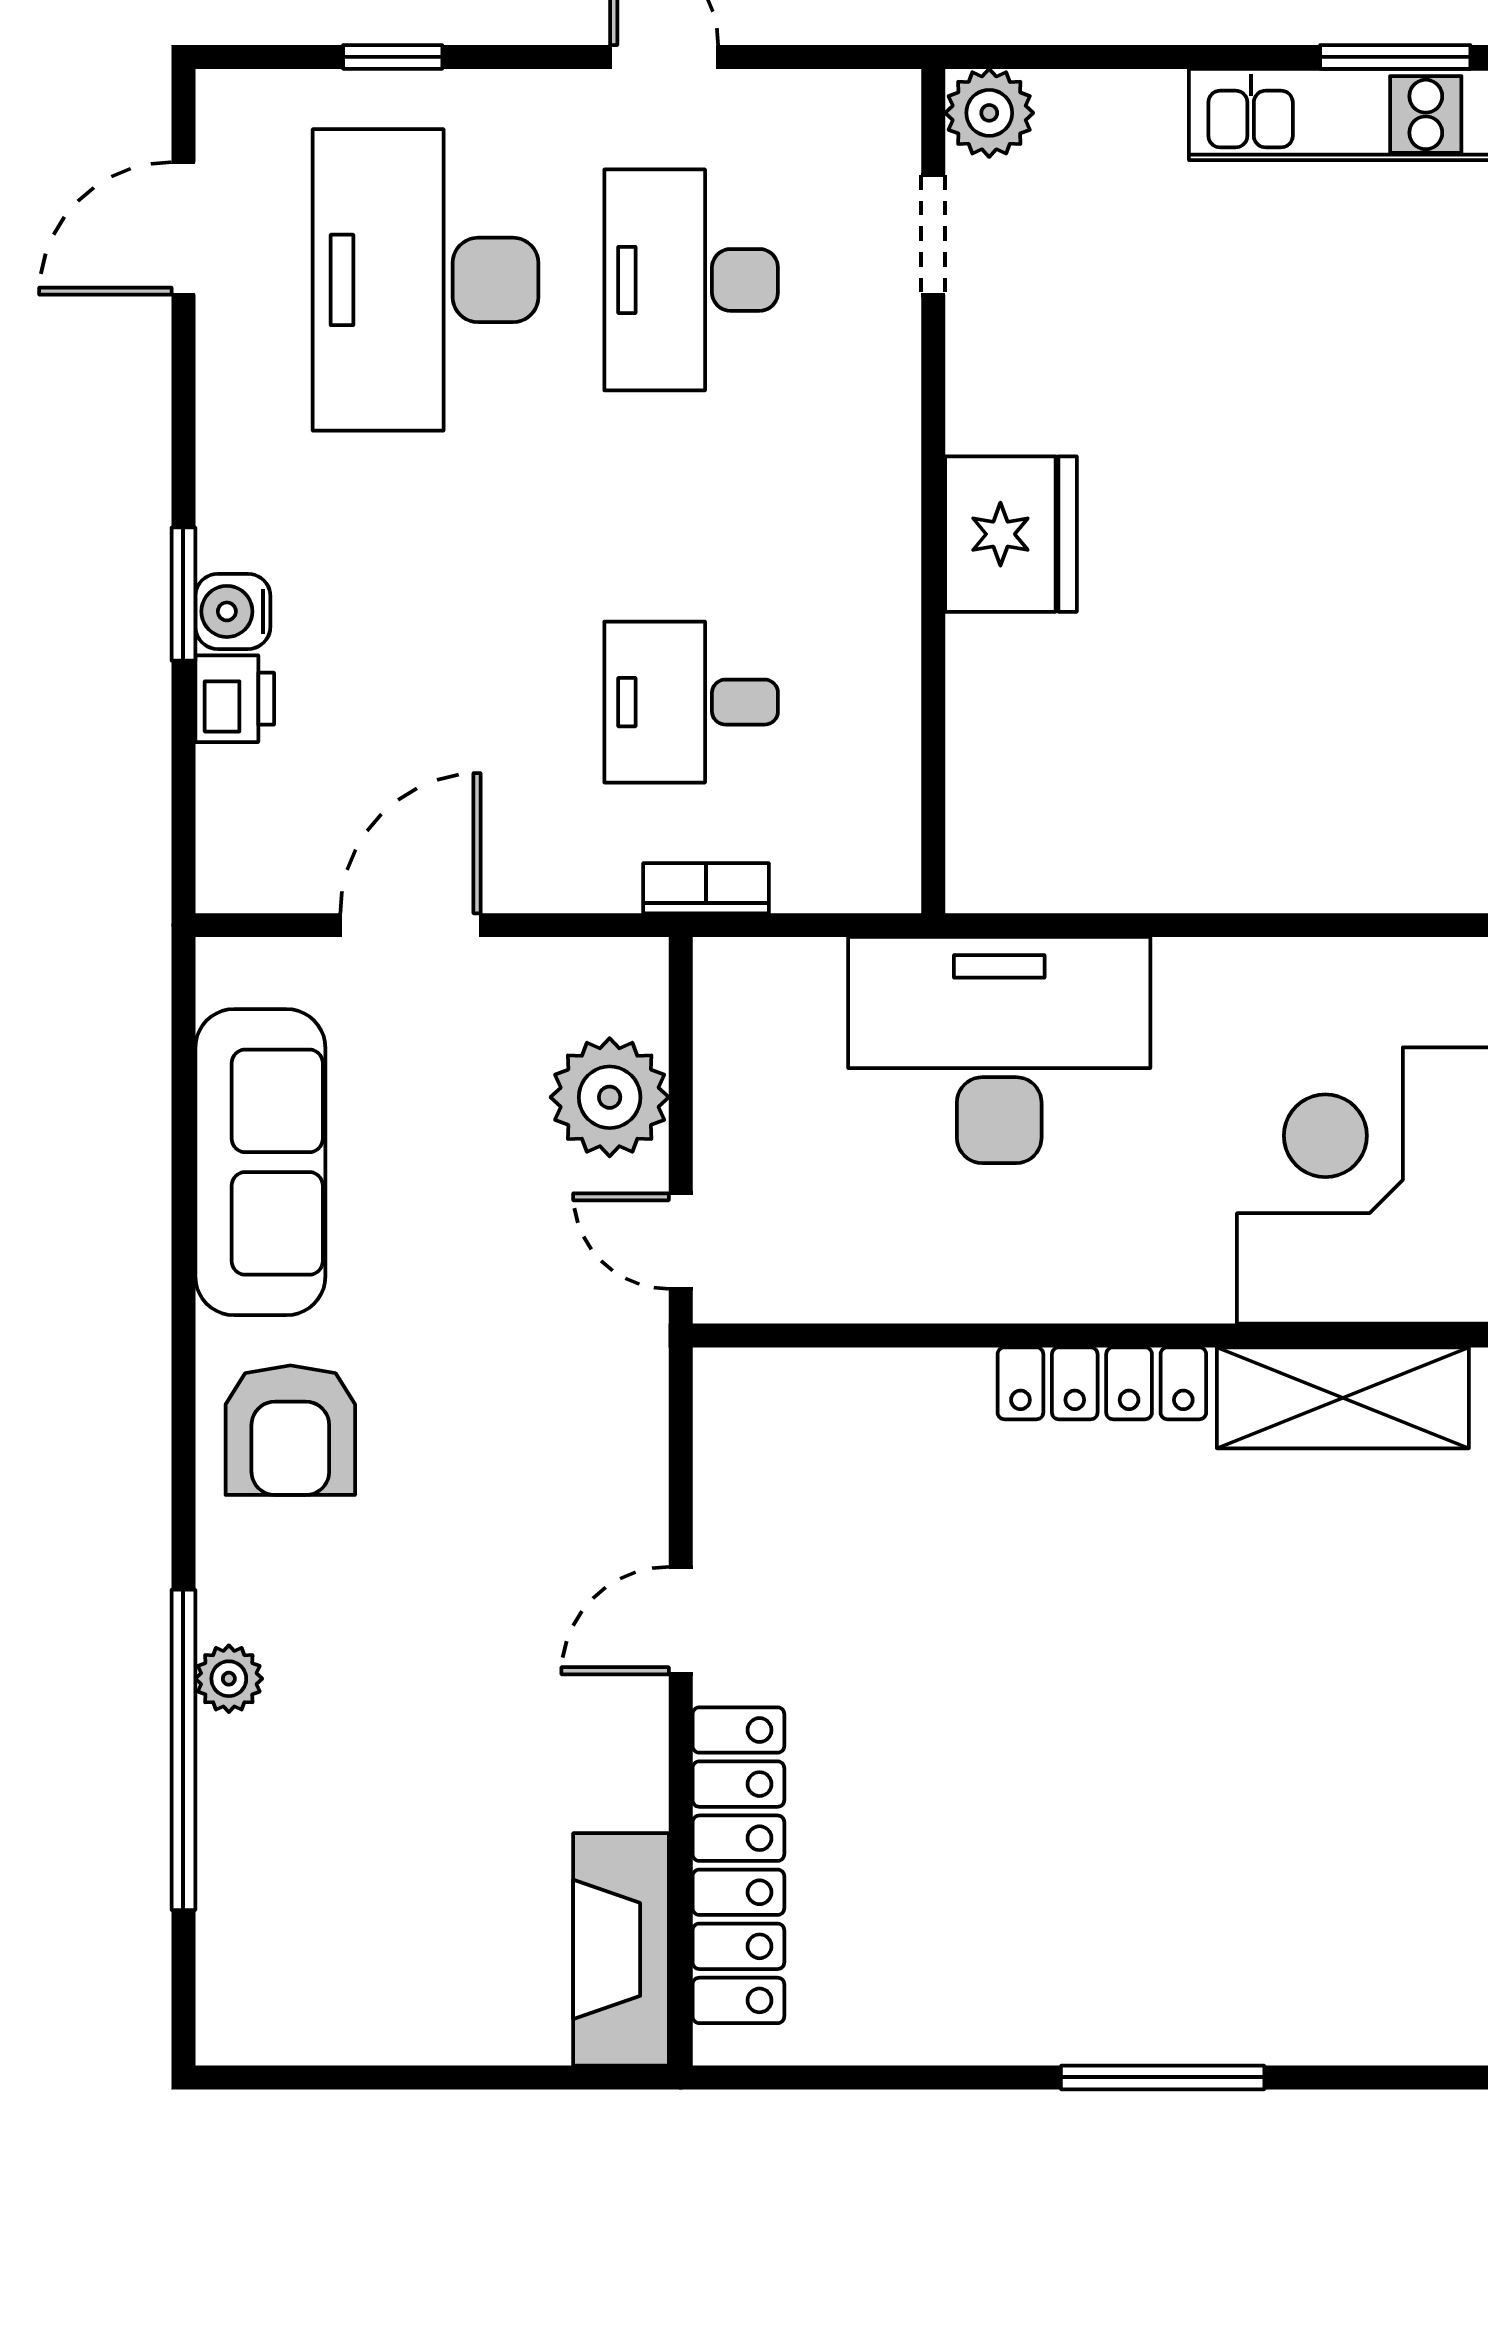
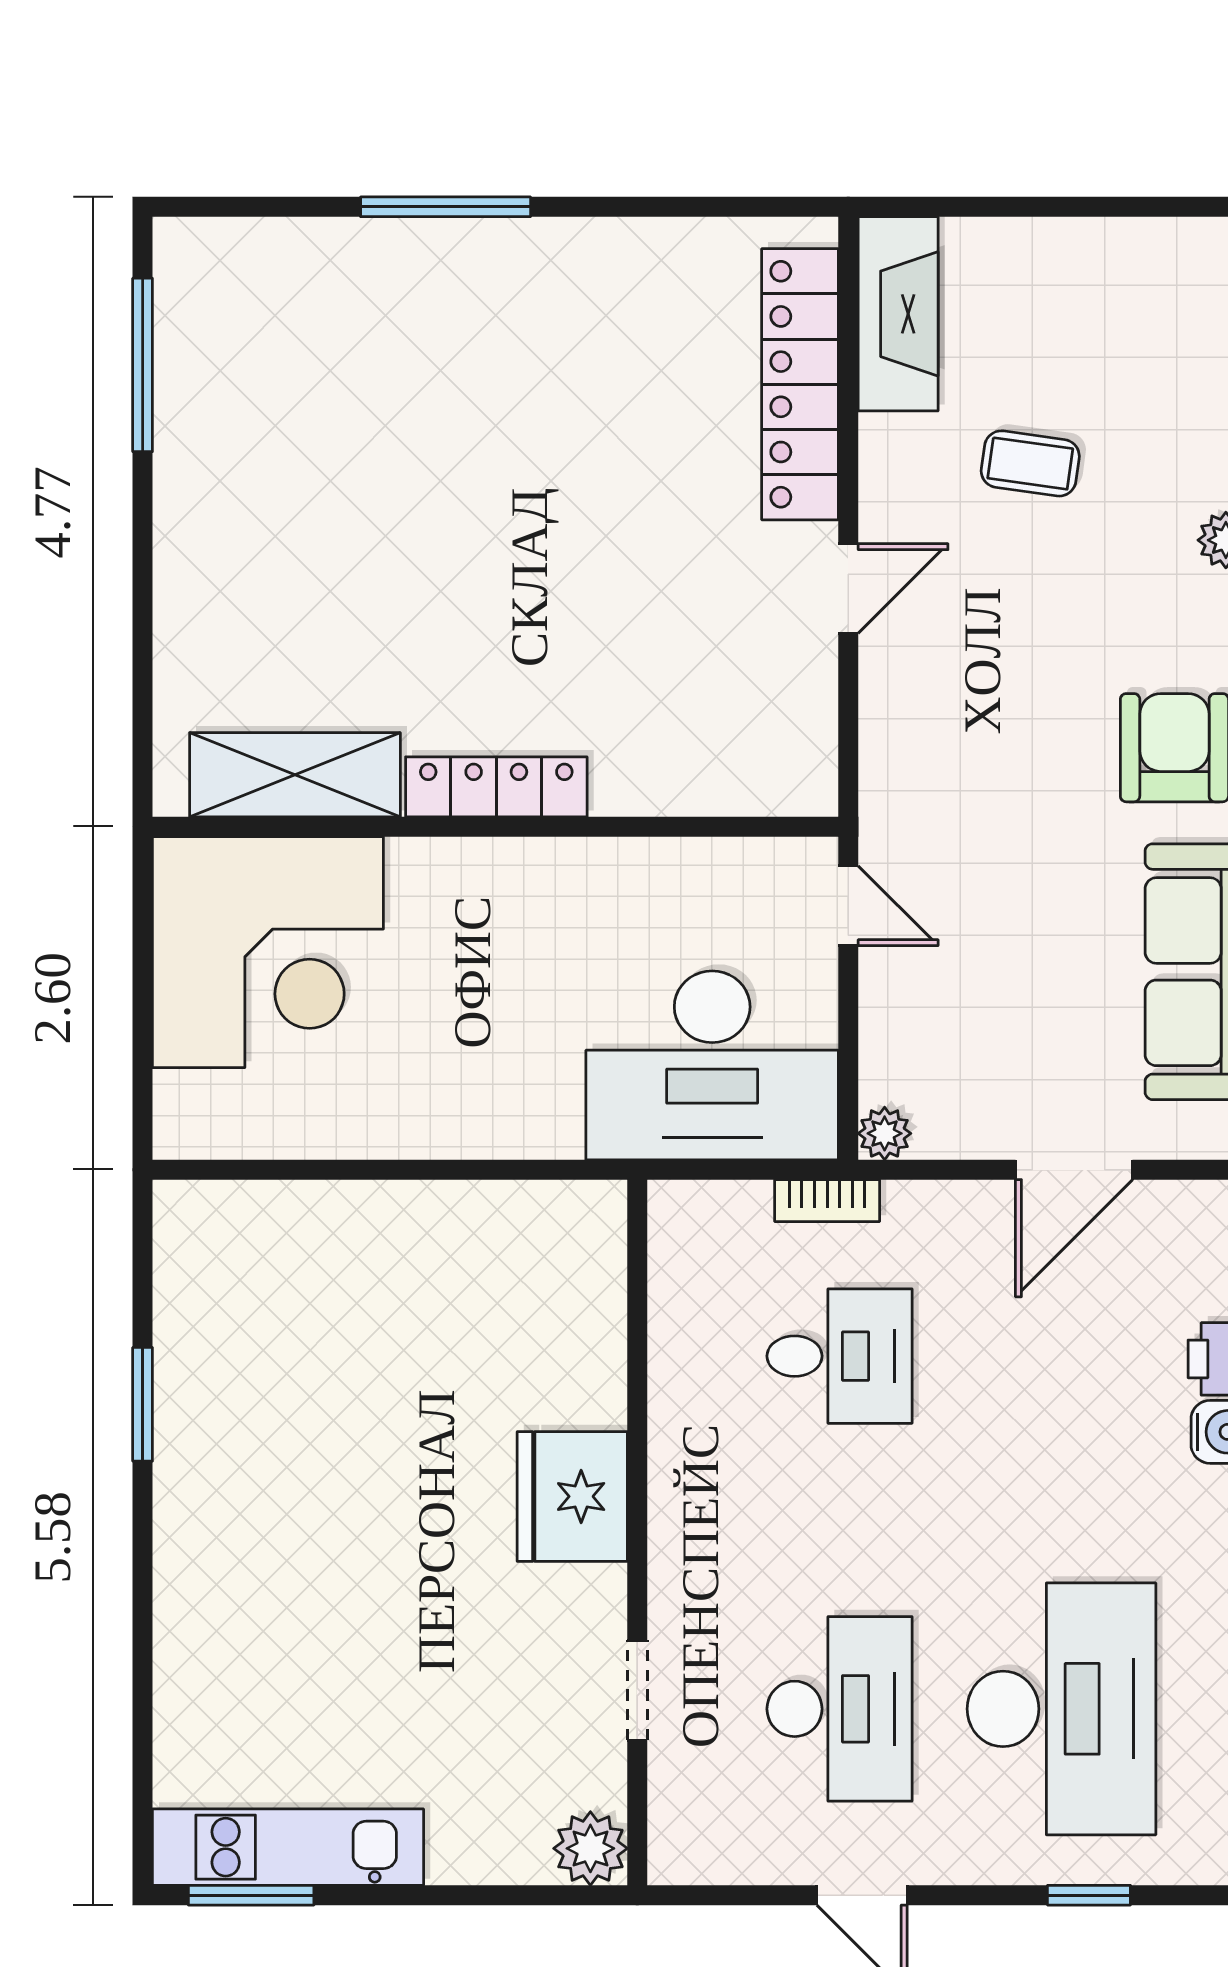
doorway: (933, 235) -> (637, 1690), moved
desk: (999, 1050) -> (712, 1065), moved
plant: (610, 1097) -> (885, 1133), moved, width x0.53, depth x0.53
coffee table: (463, 1770) -> (1030, 463), added

